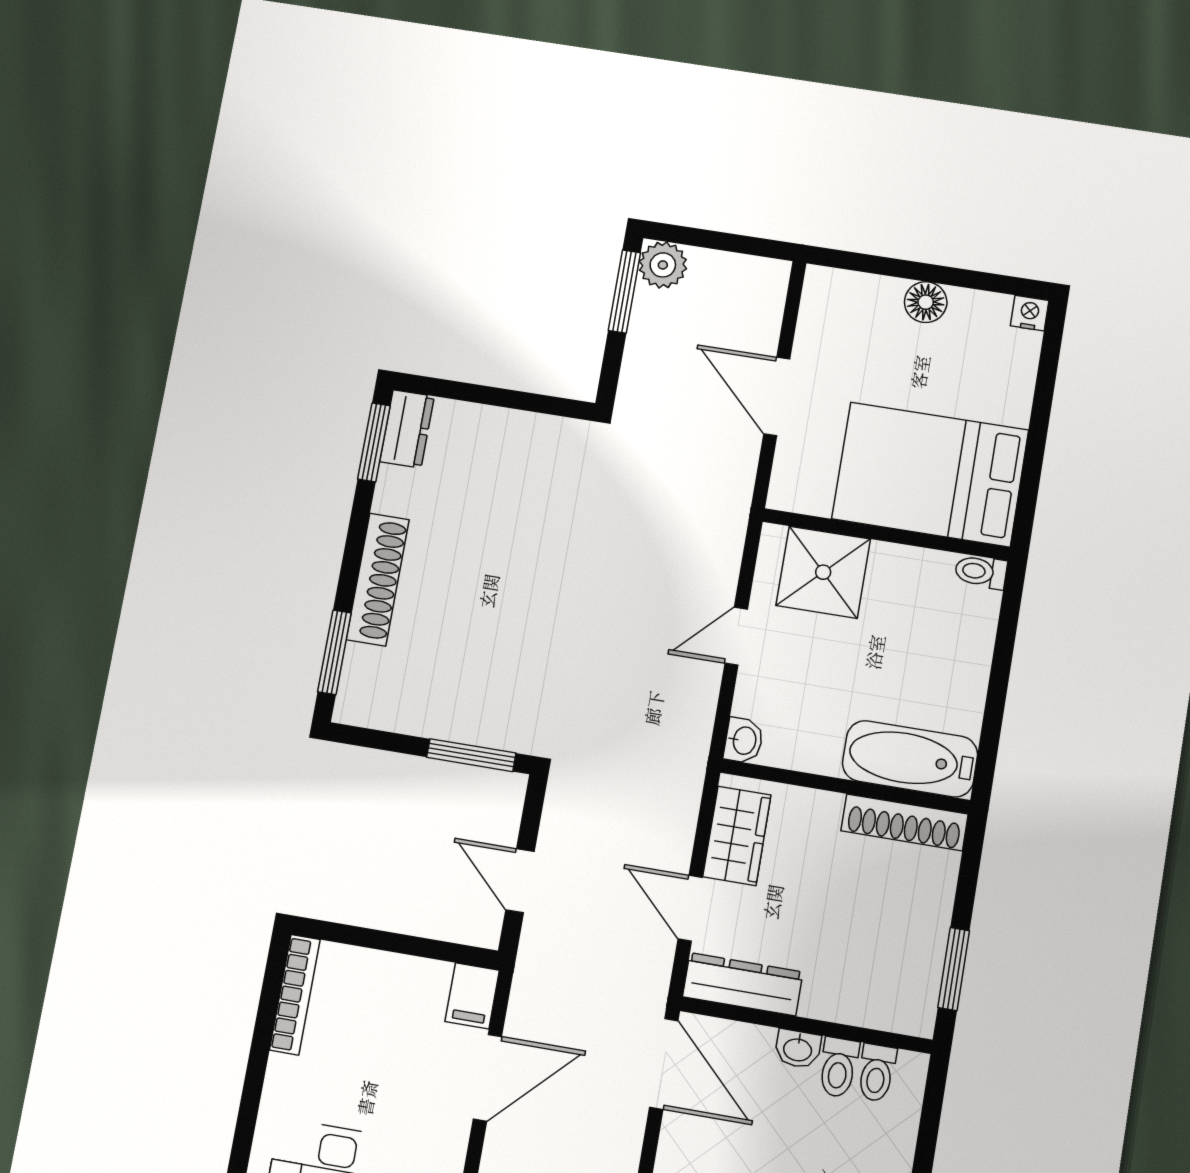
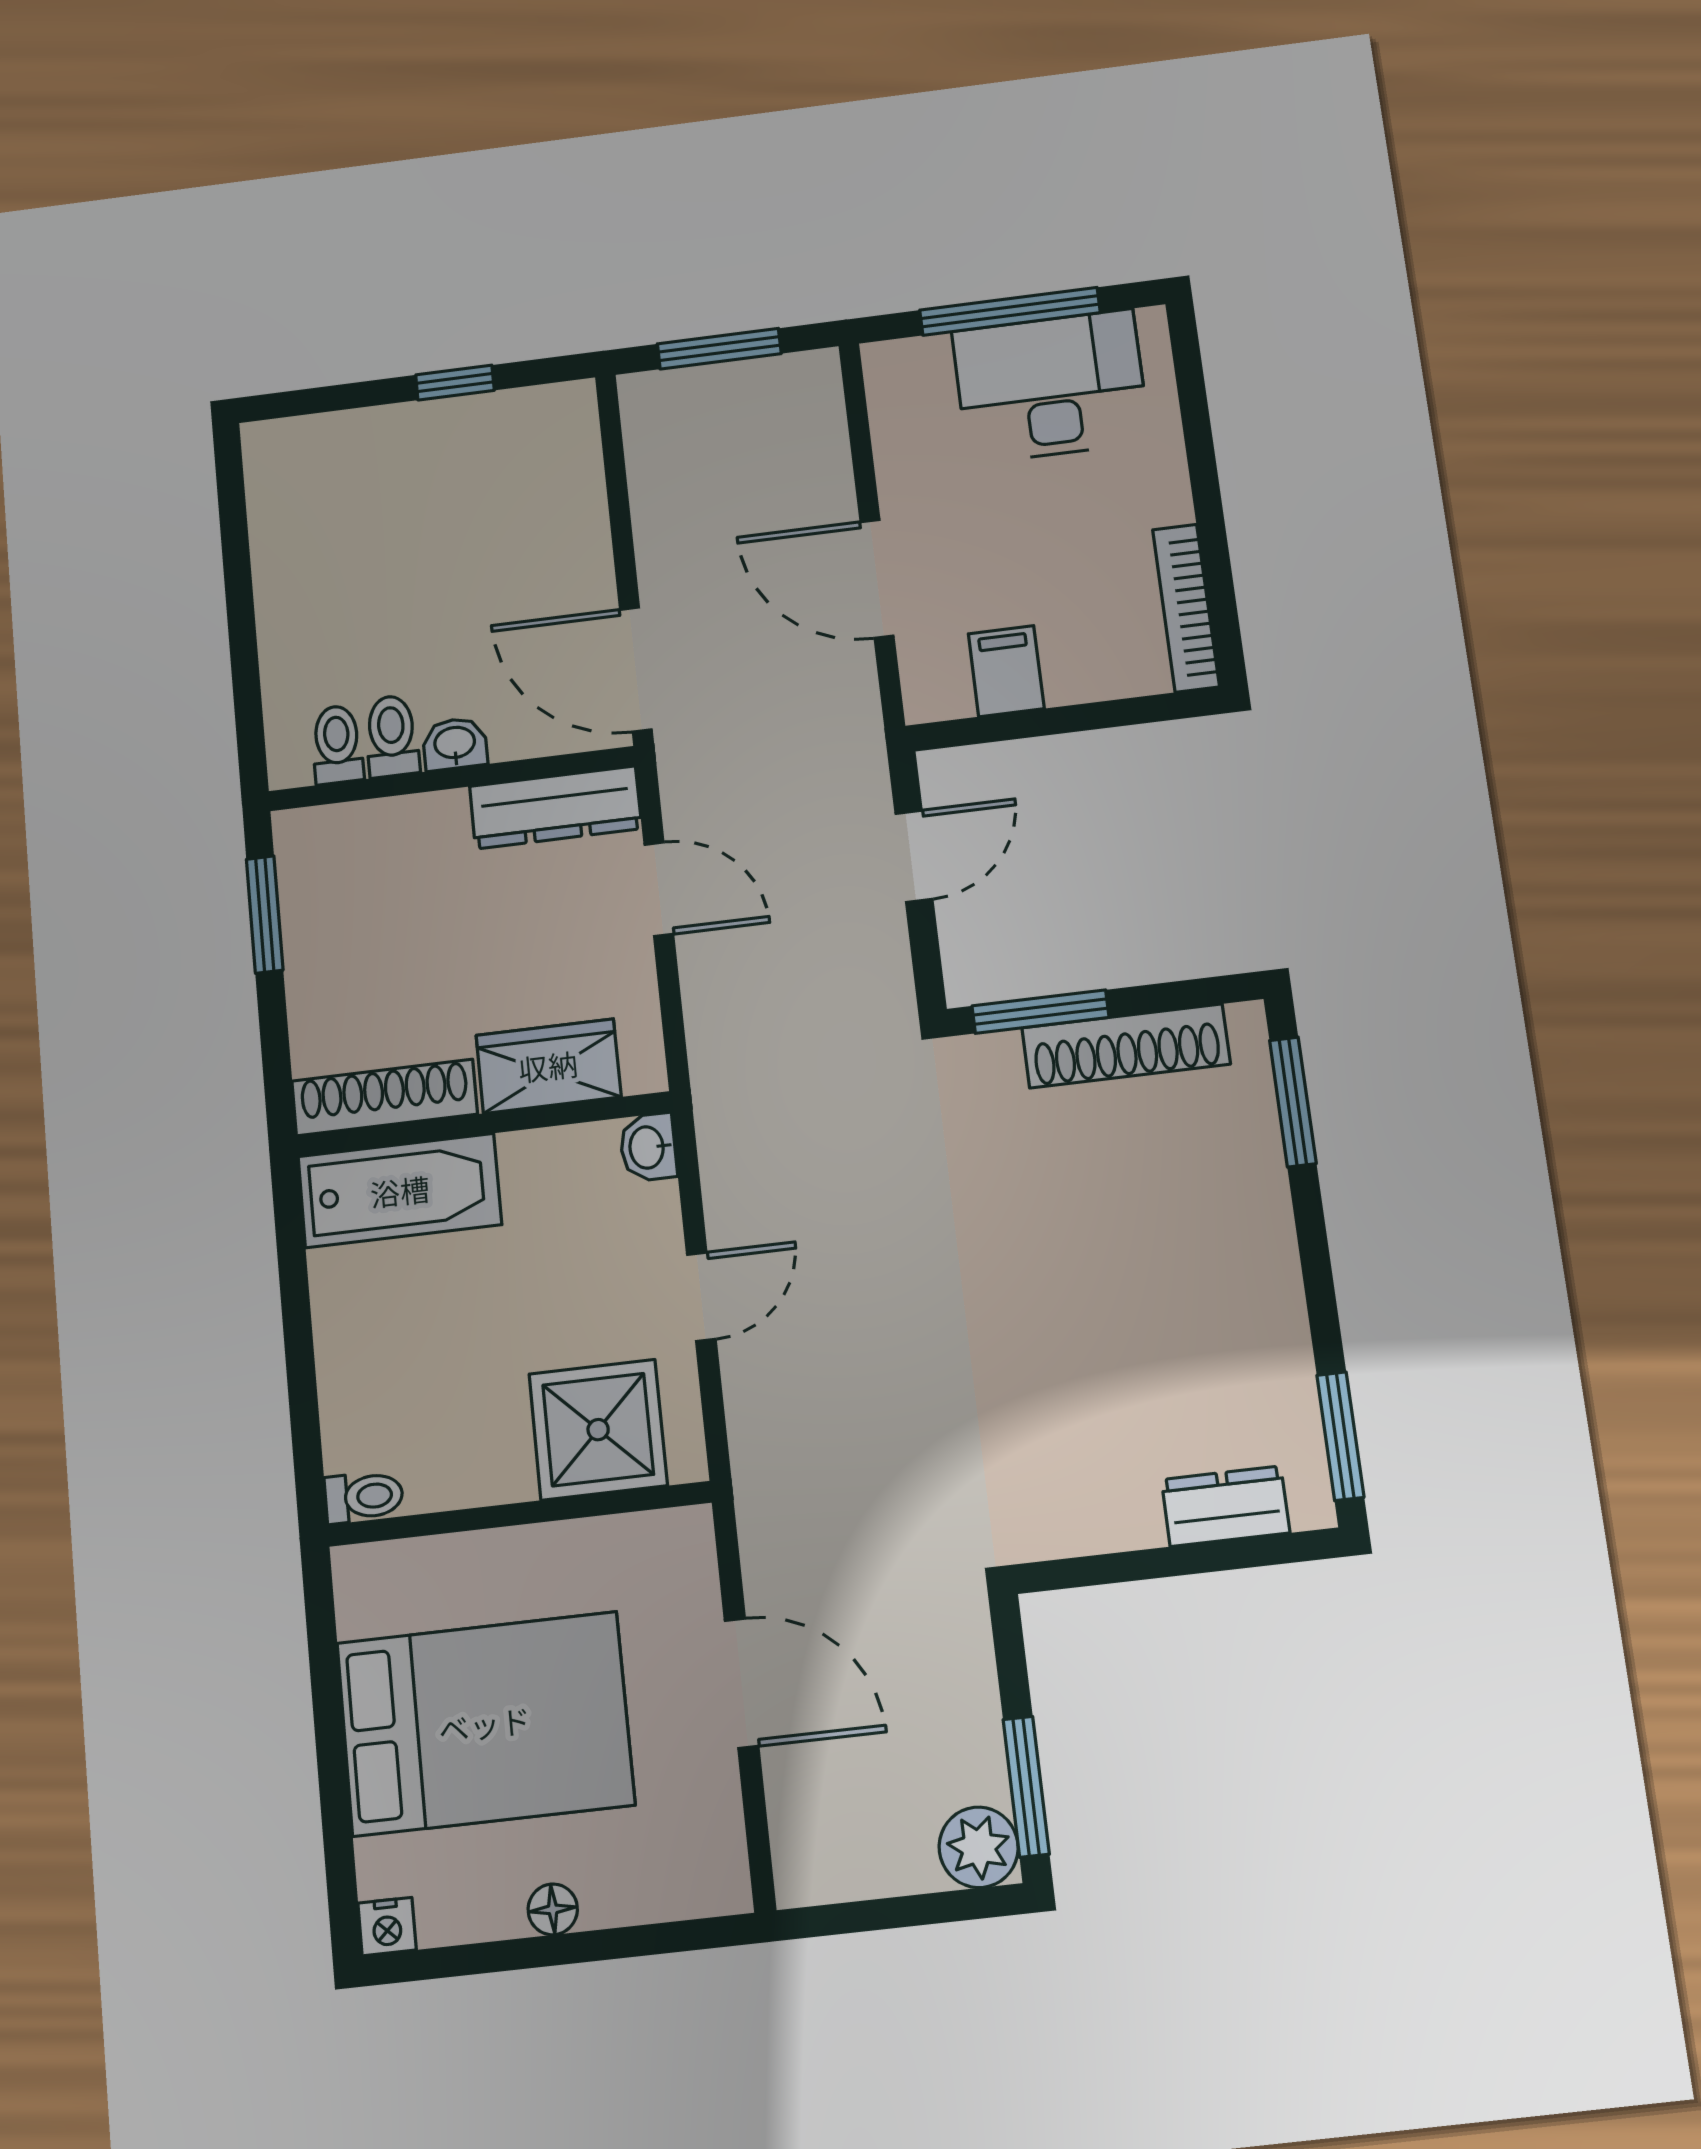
floor lamp: (926, 302) -> (553, 1909), width x0.73, depth x0.73
dresser: (407, 429) -> (1226, 1506), moved, turned 90
bed: (930, 474) -> (485, 1724), moved
shoe rack: (378, 579) -> (1126, 1046), moved, turned -90
wardrobe: (737, 836) -> (548, 1066), moved, turned 90
door: (520, 881) -> (914, 856), hinge flipped
filing cabinet: (472, 996) -> (1006, 671), moved
door: (487, 1078) -> (877, 579), hinge flipped

